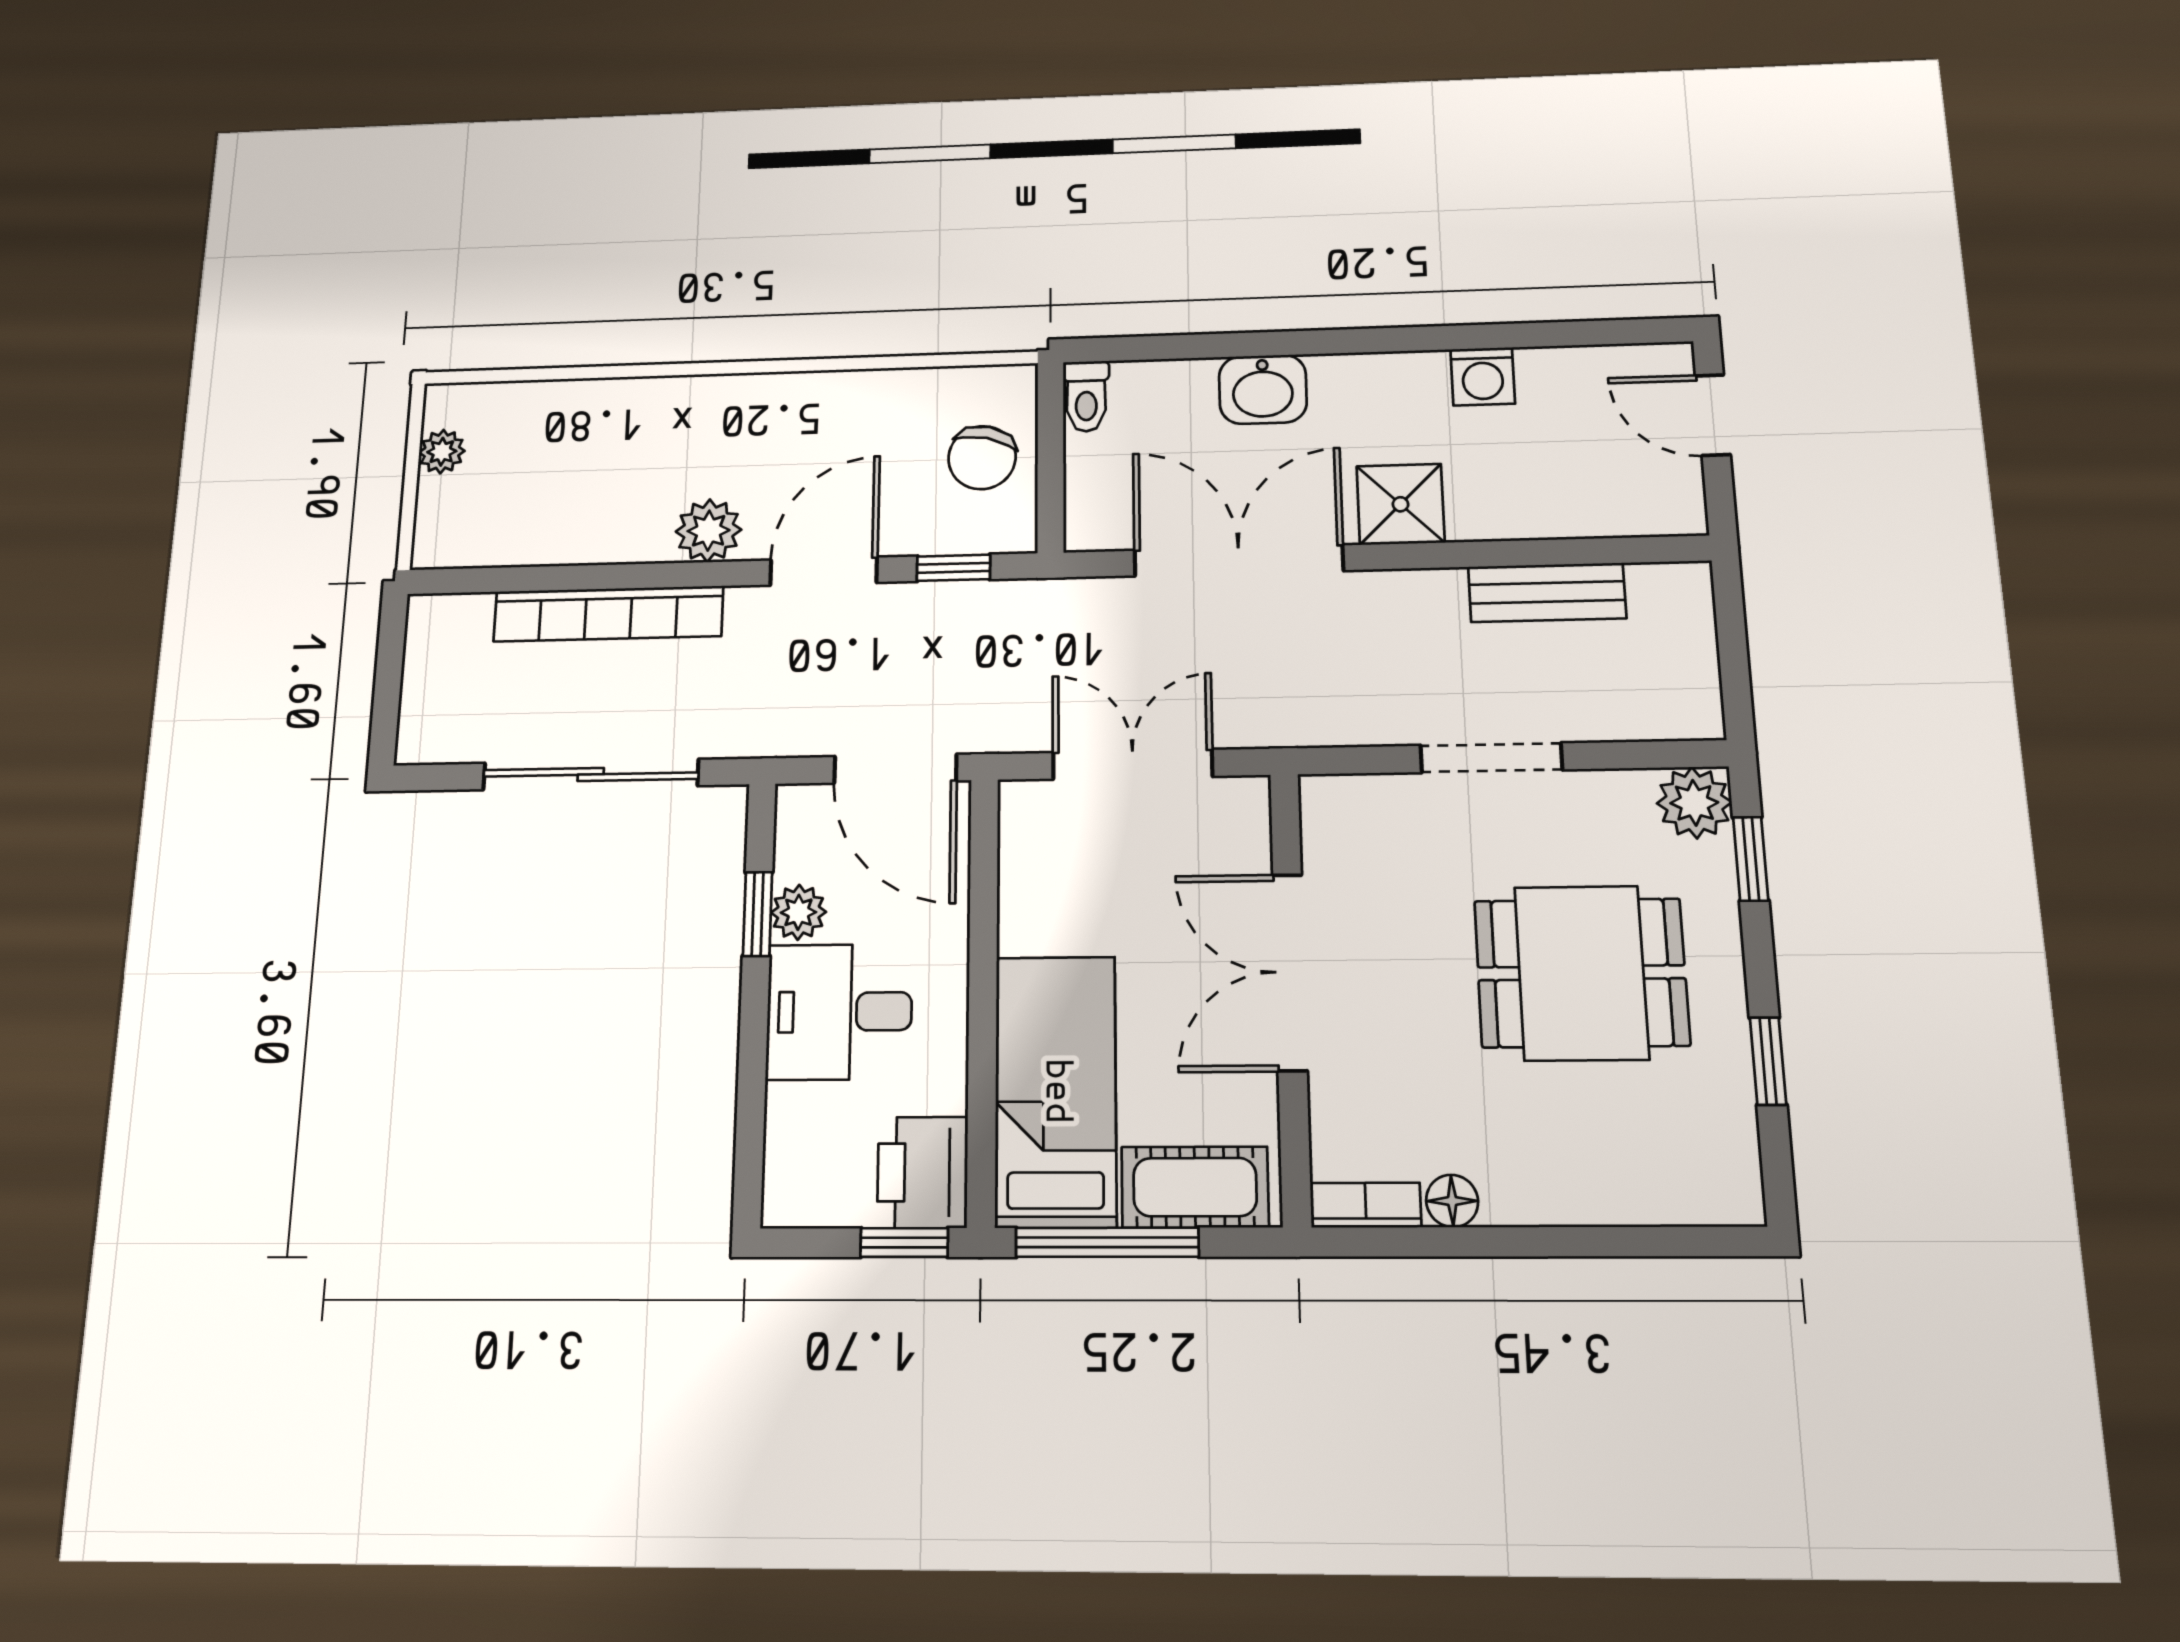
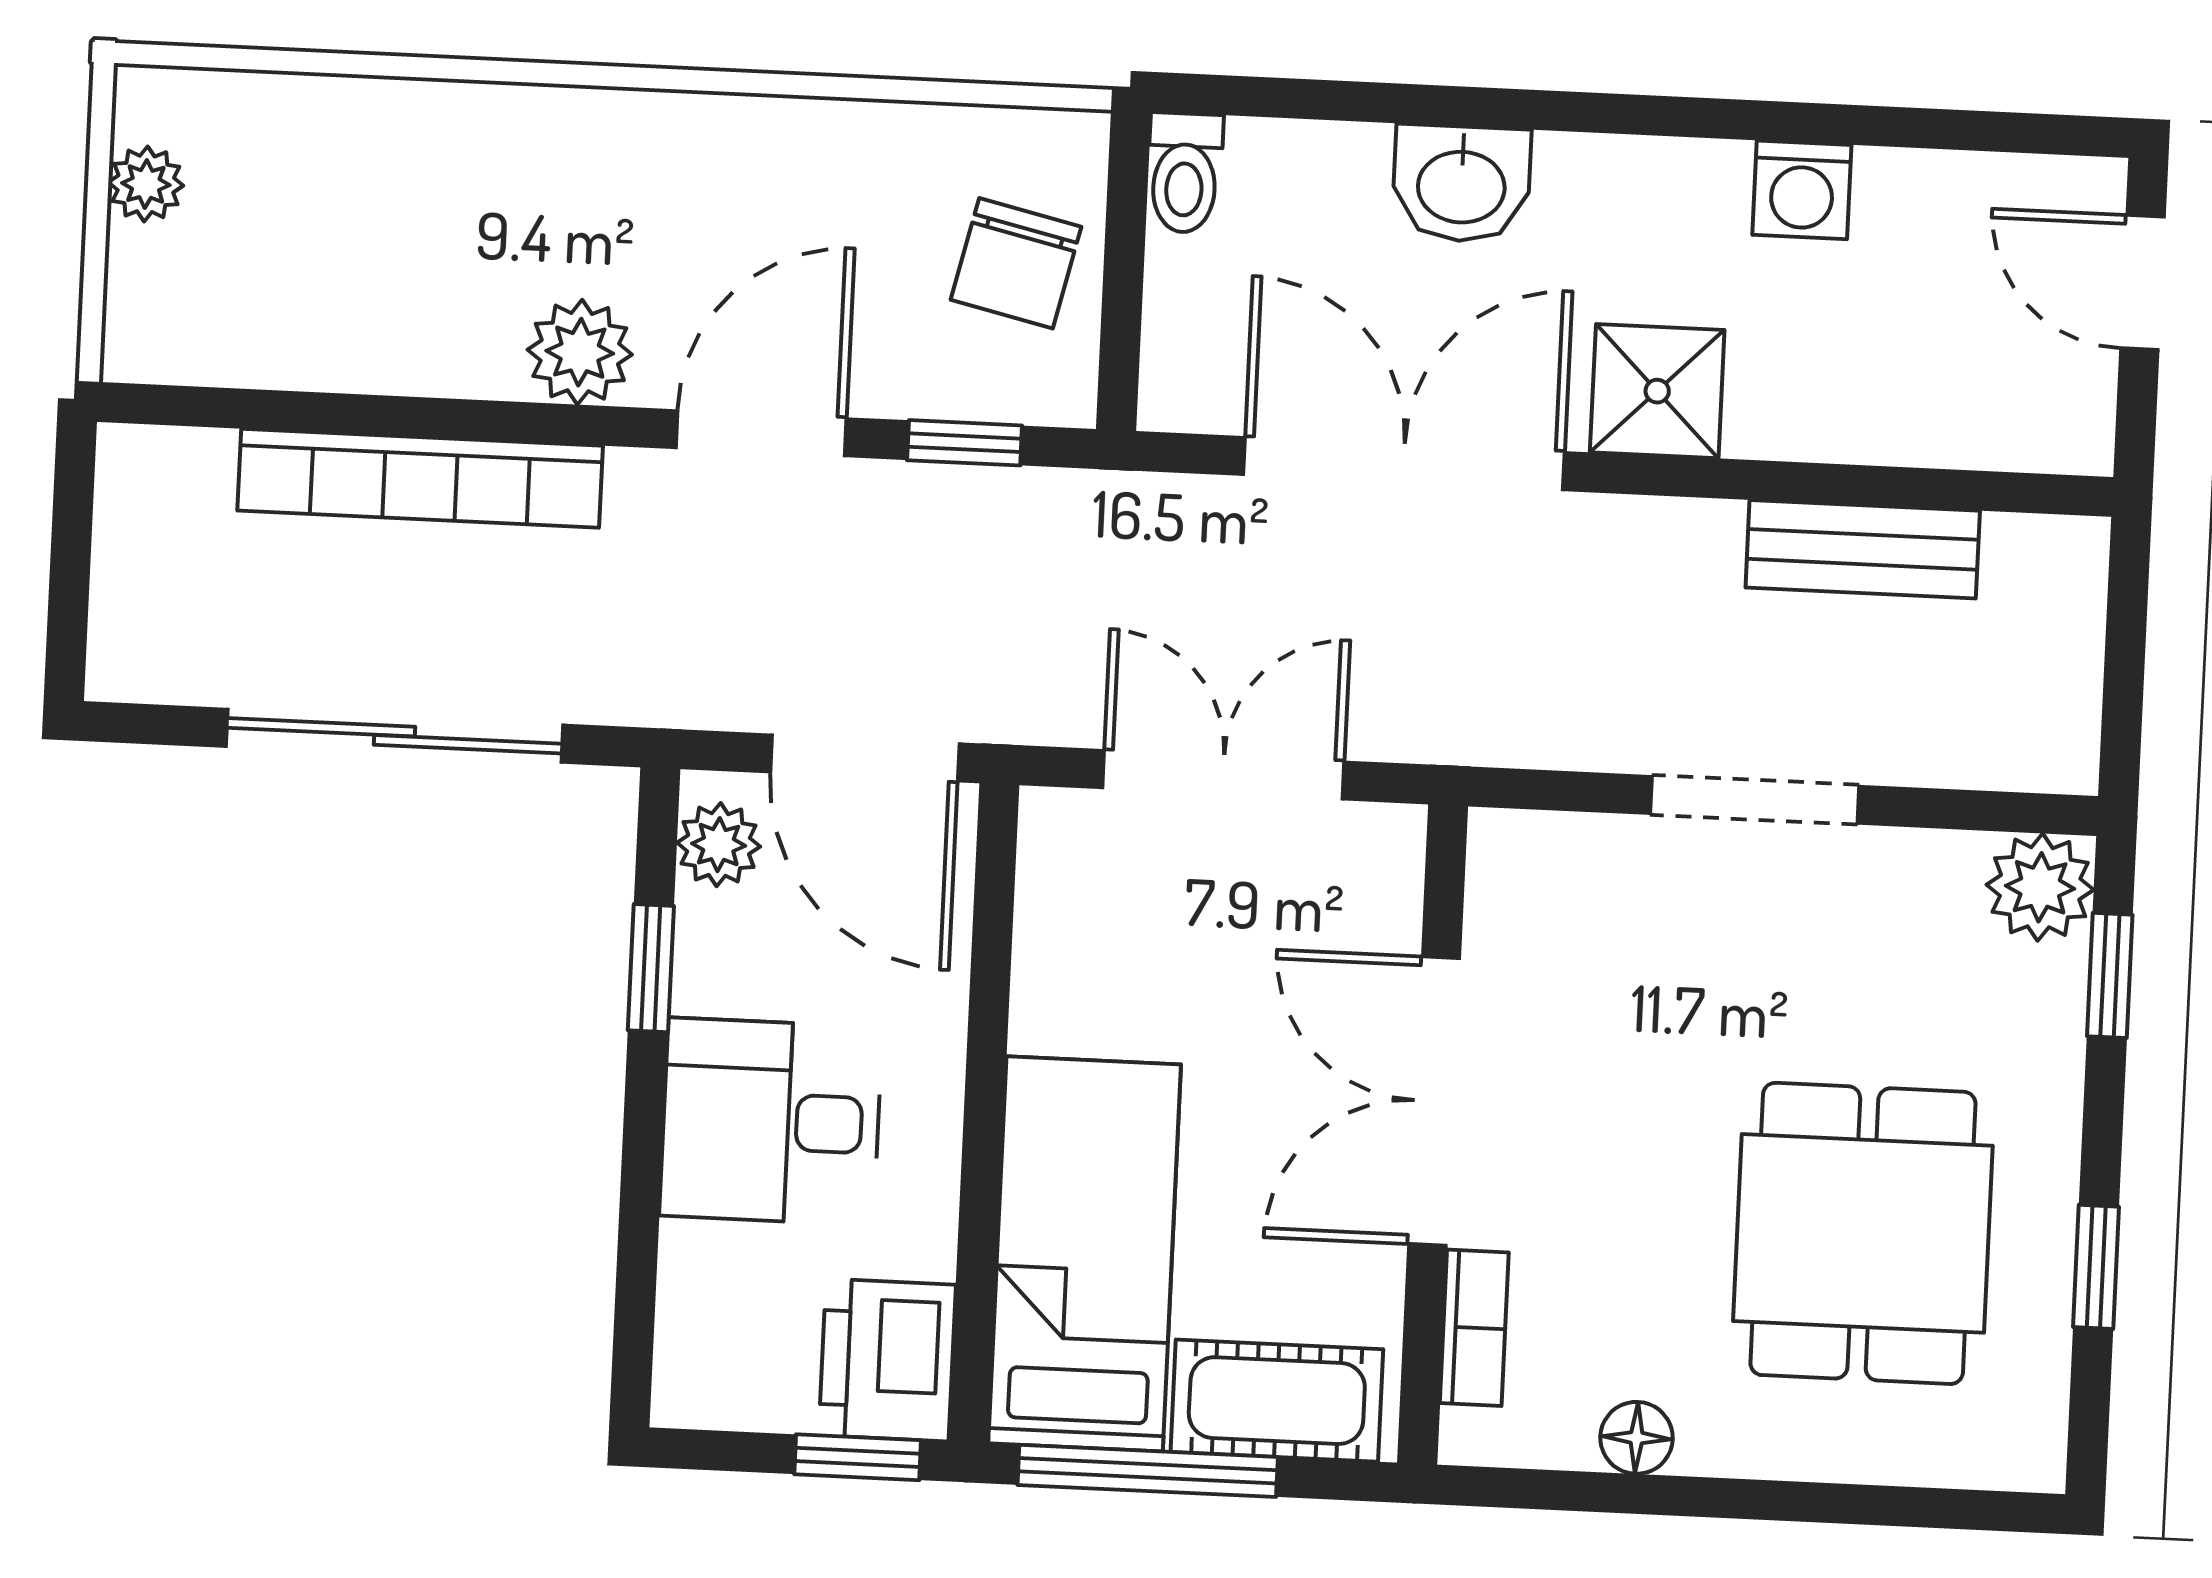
plant: (798, 912) -> (719, 845), moved
dining table: (1581, 973) -> (1863, 1233), moved, turned 90
bookcase: (1366, 1205) -> (1474, 1328), moved, turned 90

